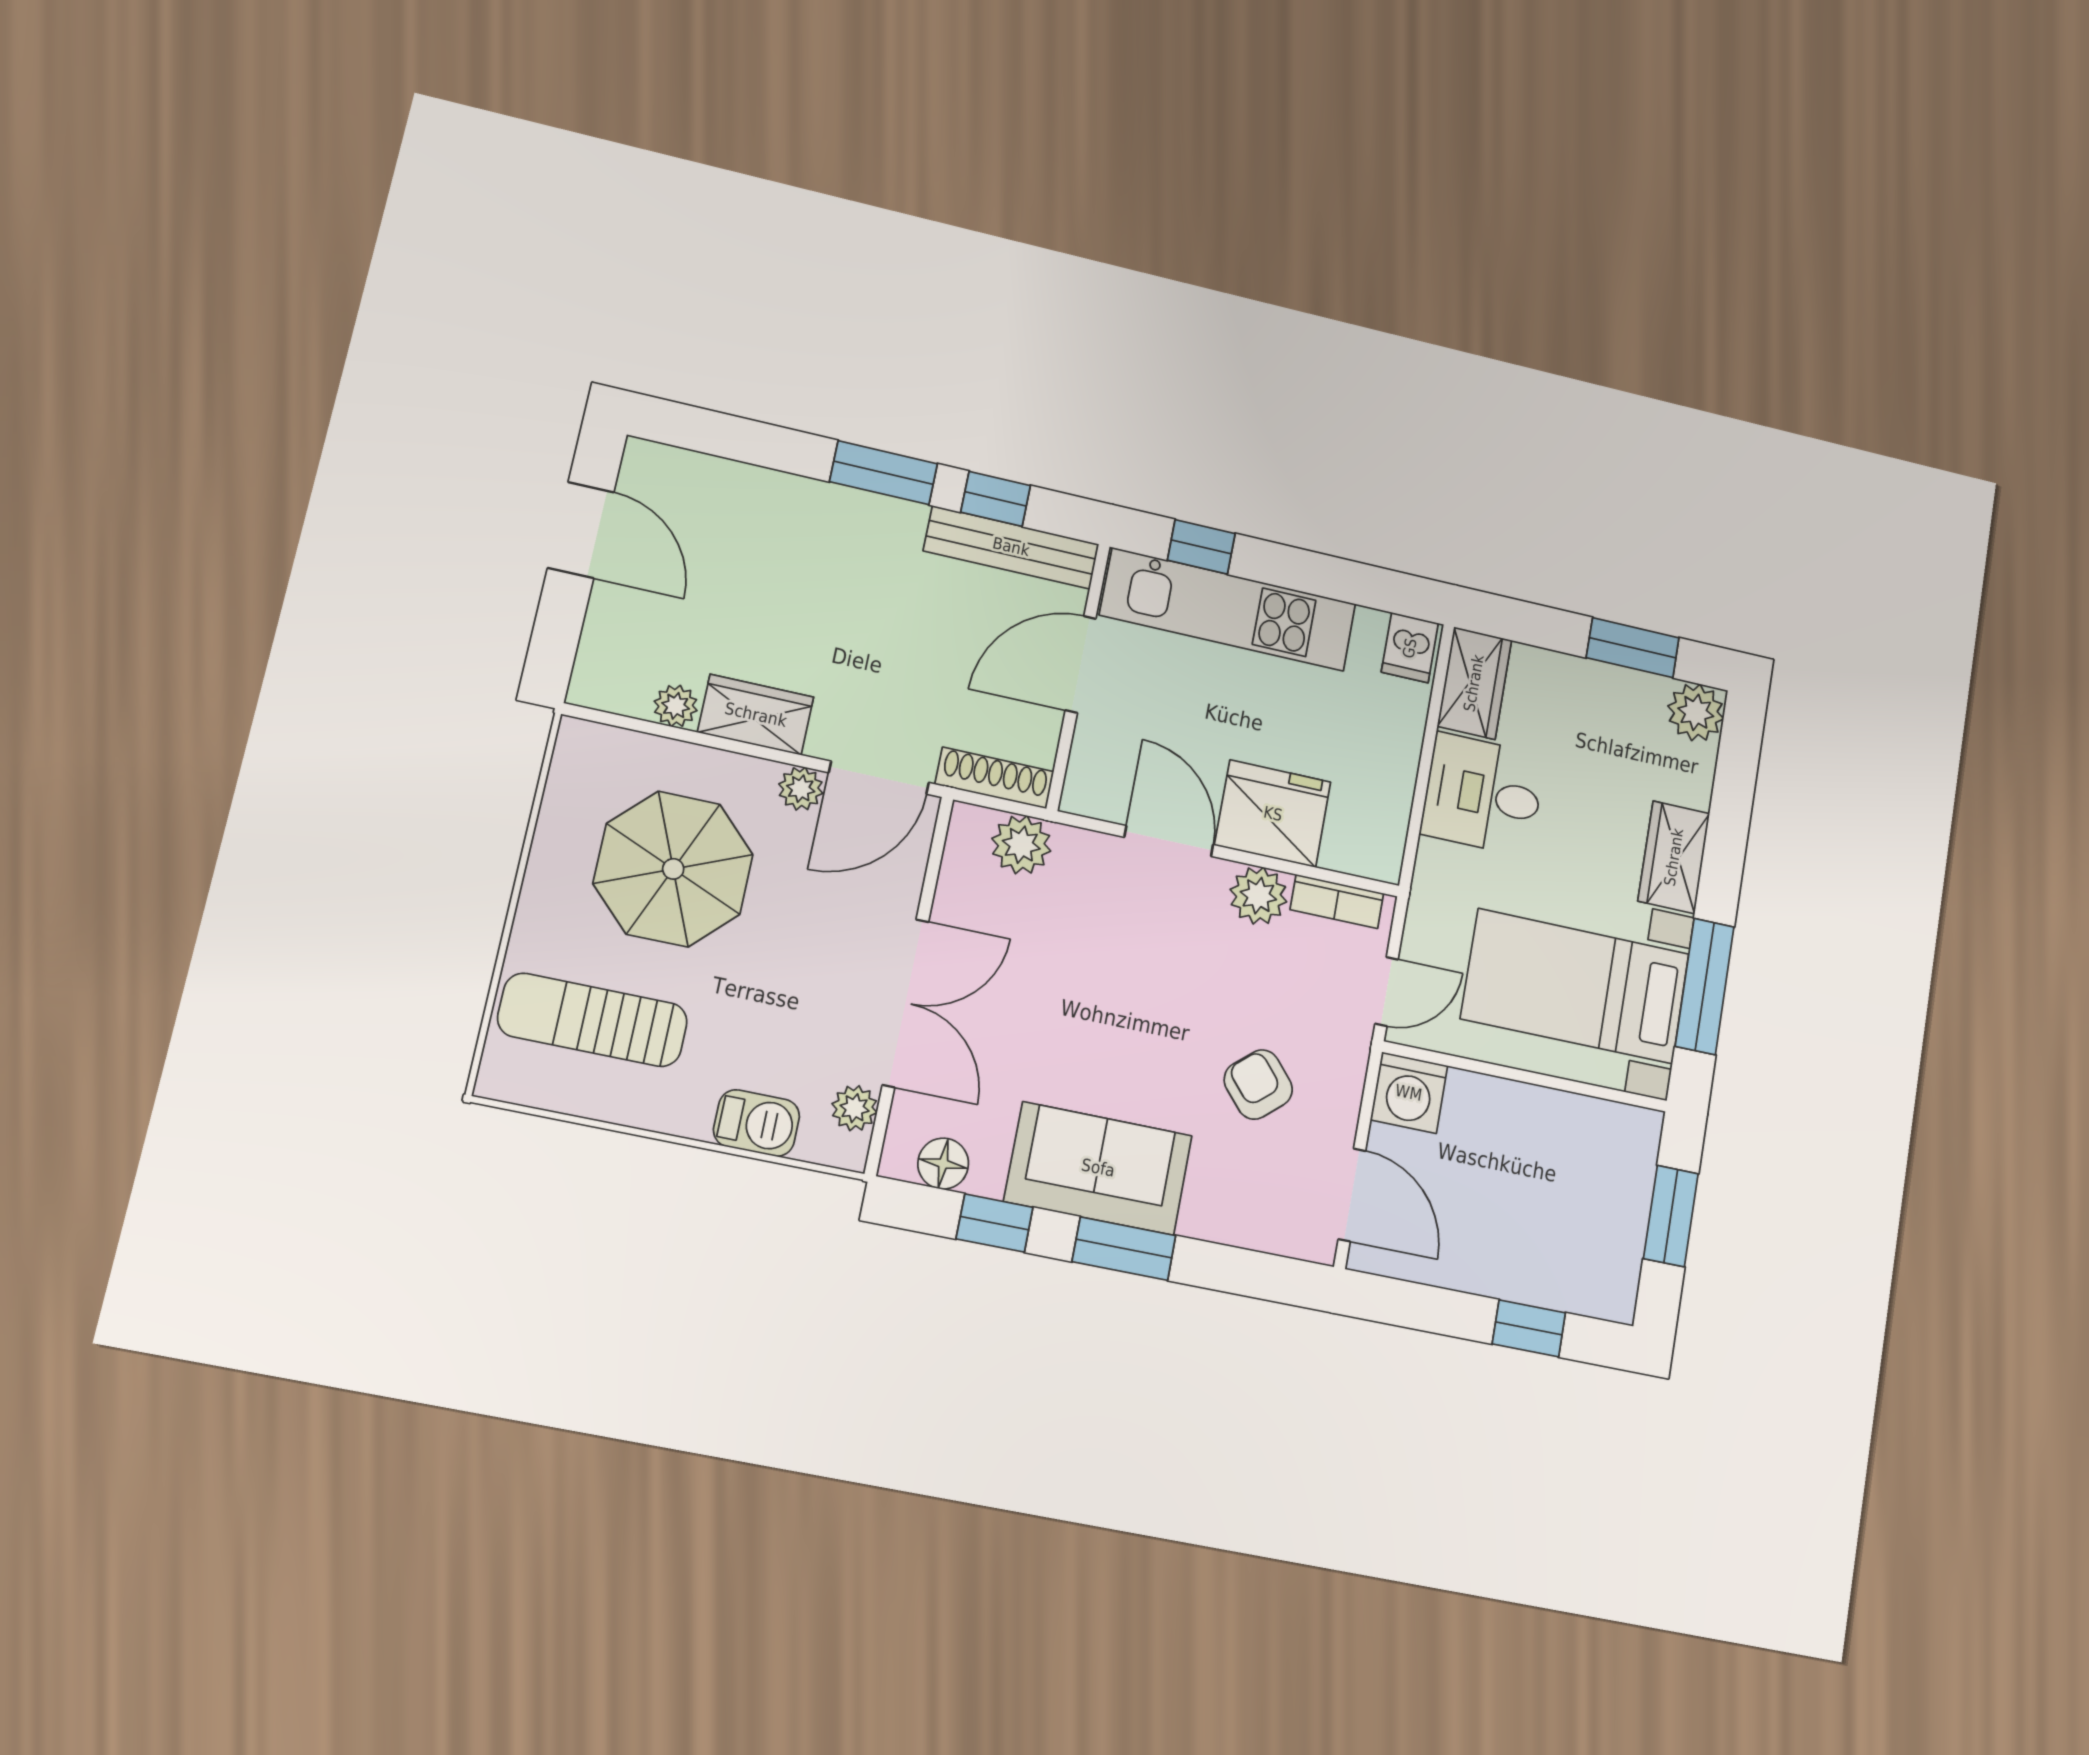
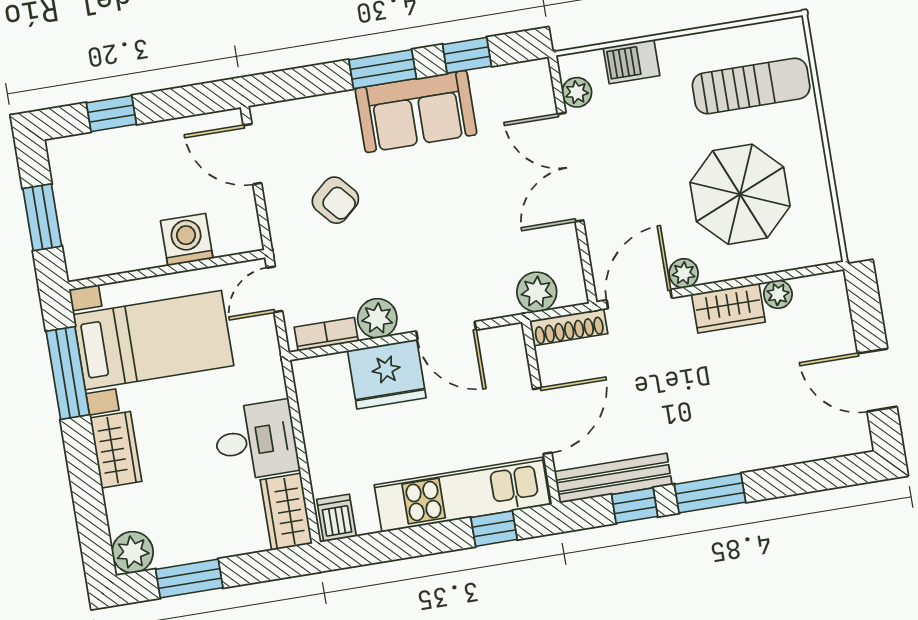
washing machine: (1409, 1093) -> (187, 240), moved
floor lamp: (943, 1164) -> (511, 79), removed

